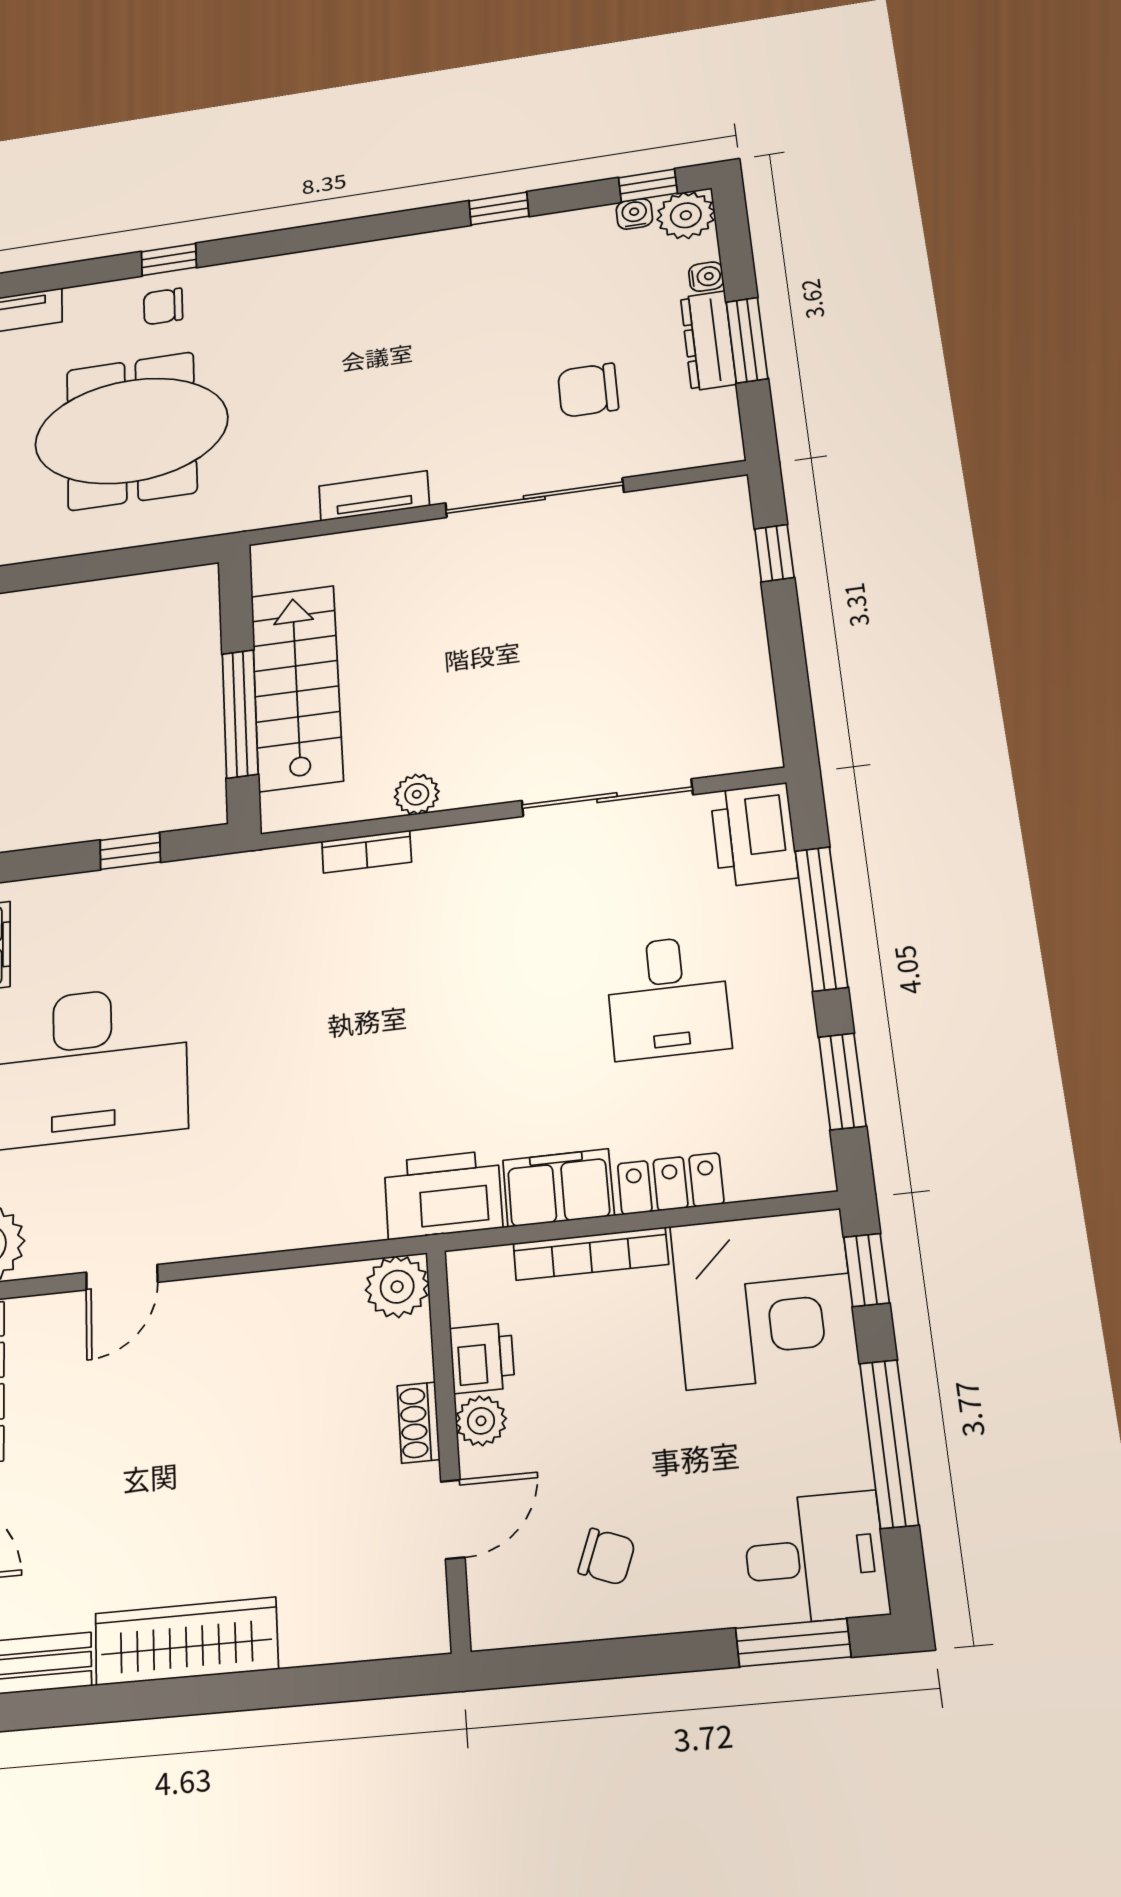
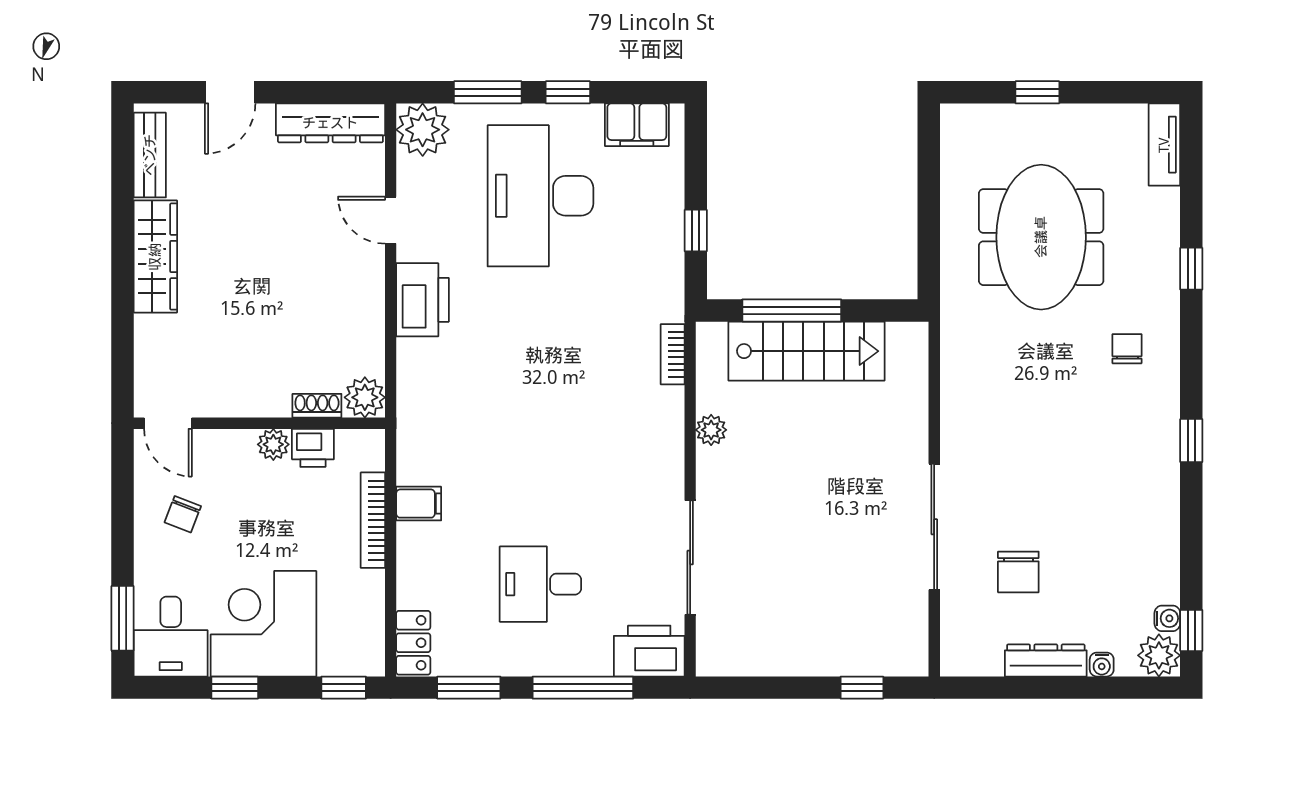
window: (499, 209) -> (1191, 441), moved
chair: (163, 306) -> (1127, 349), moved
window: (747, 340) -> (1041, 688), removed
chair: (588, 390) -> (1018, 572), turned 180
tv unit: (374, 496) -> (955, 413), removed
bookcase: (367, 852) -> (673, 354), moved
locker: (671, 1184) -> (413, 643), moved
filing cabinet: (558, 1188) -> (419, 504), width x0.50
printer: (443, 1195) -> (423, 300), moved
corner desk: (764, 1299) -> (263, 624), moved, turned 90
shoe rack: (418, 1423) -> (317, 406), moved
window: (889, 1443) -> (235, 688), width x0.46
door: (453, 1519) -> (168, 423), moved

